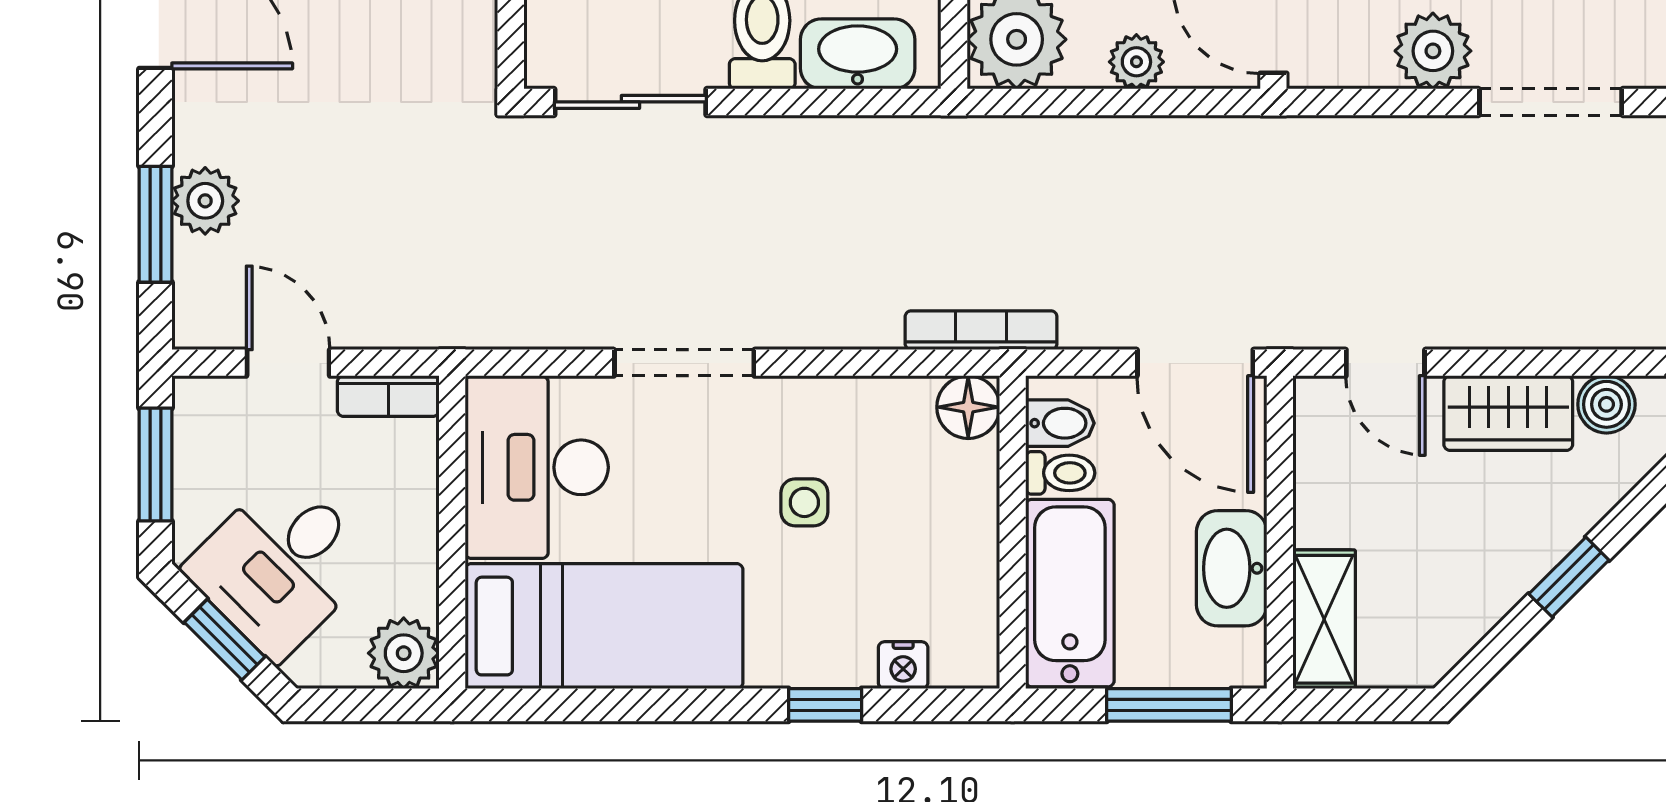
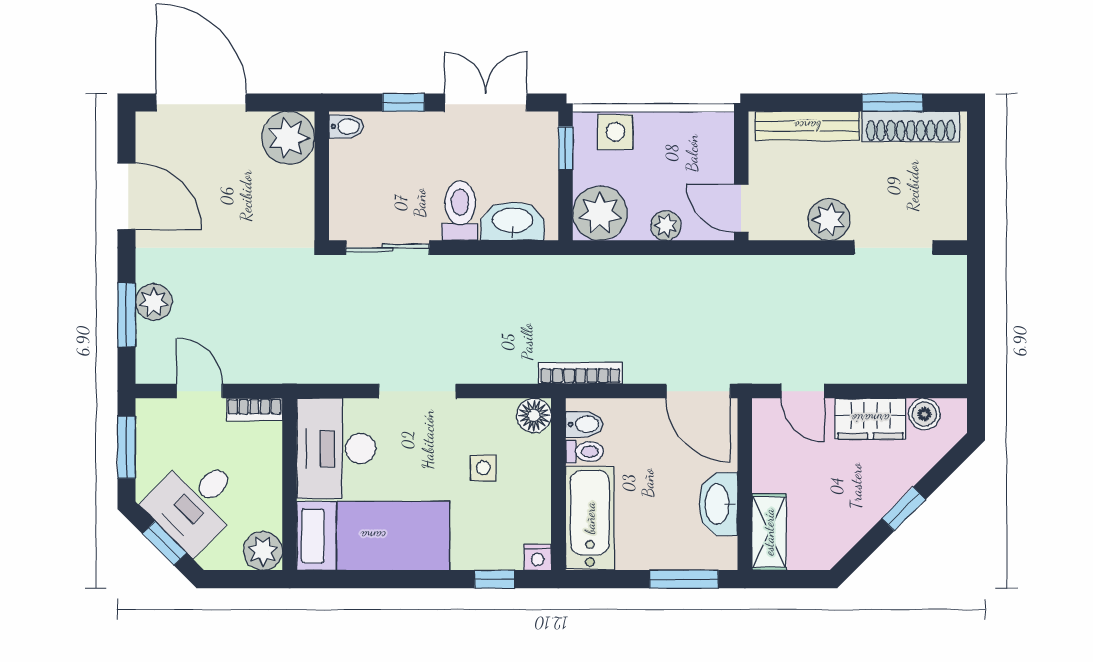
floor lamp: (968, 407) -> (534, 415), moved
bidet: (1060, 423) -> (584, 424), moved
toilet: (1060, 473) -> (585, 452), moved
wall: (1013, 532) -> (558, 484), moved
bathtub: (1070, 593) -> (590, 518), moved

